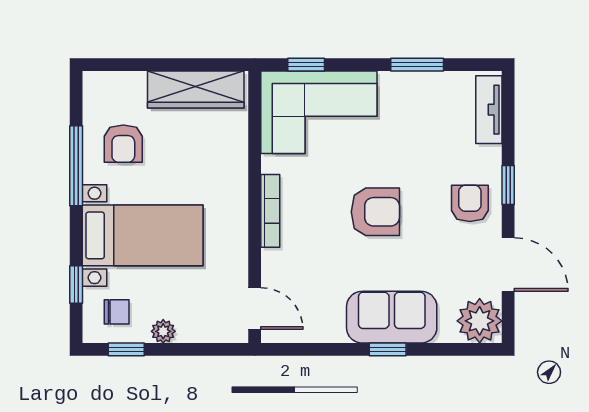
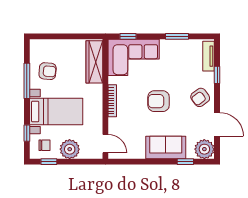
wardrobe: (196, 89) -> (94, 62), moved, turned 90
armchair: (123, 144) -> (48, 71), turned -85
window: (508, 185) -> (217, 75), moved
armchair: (470, 203) -> (200, 97), turned -127
armchair: (375, 212) -> (159, 101), turned 180
plant: (163, 331) -> (70, 149), width x1.88, depth x1.88
window: (388, 349) -> (185, 162), moved

